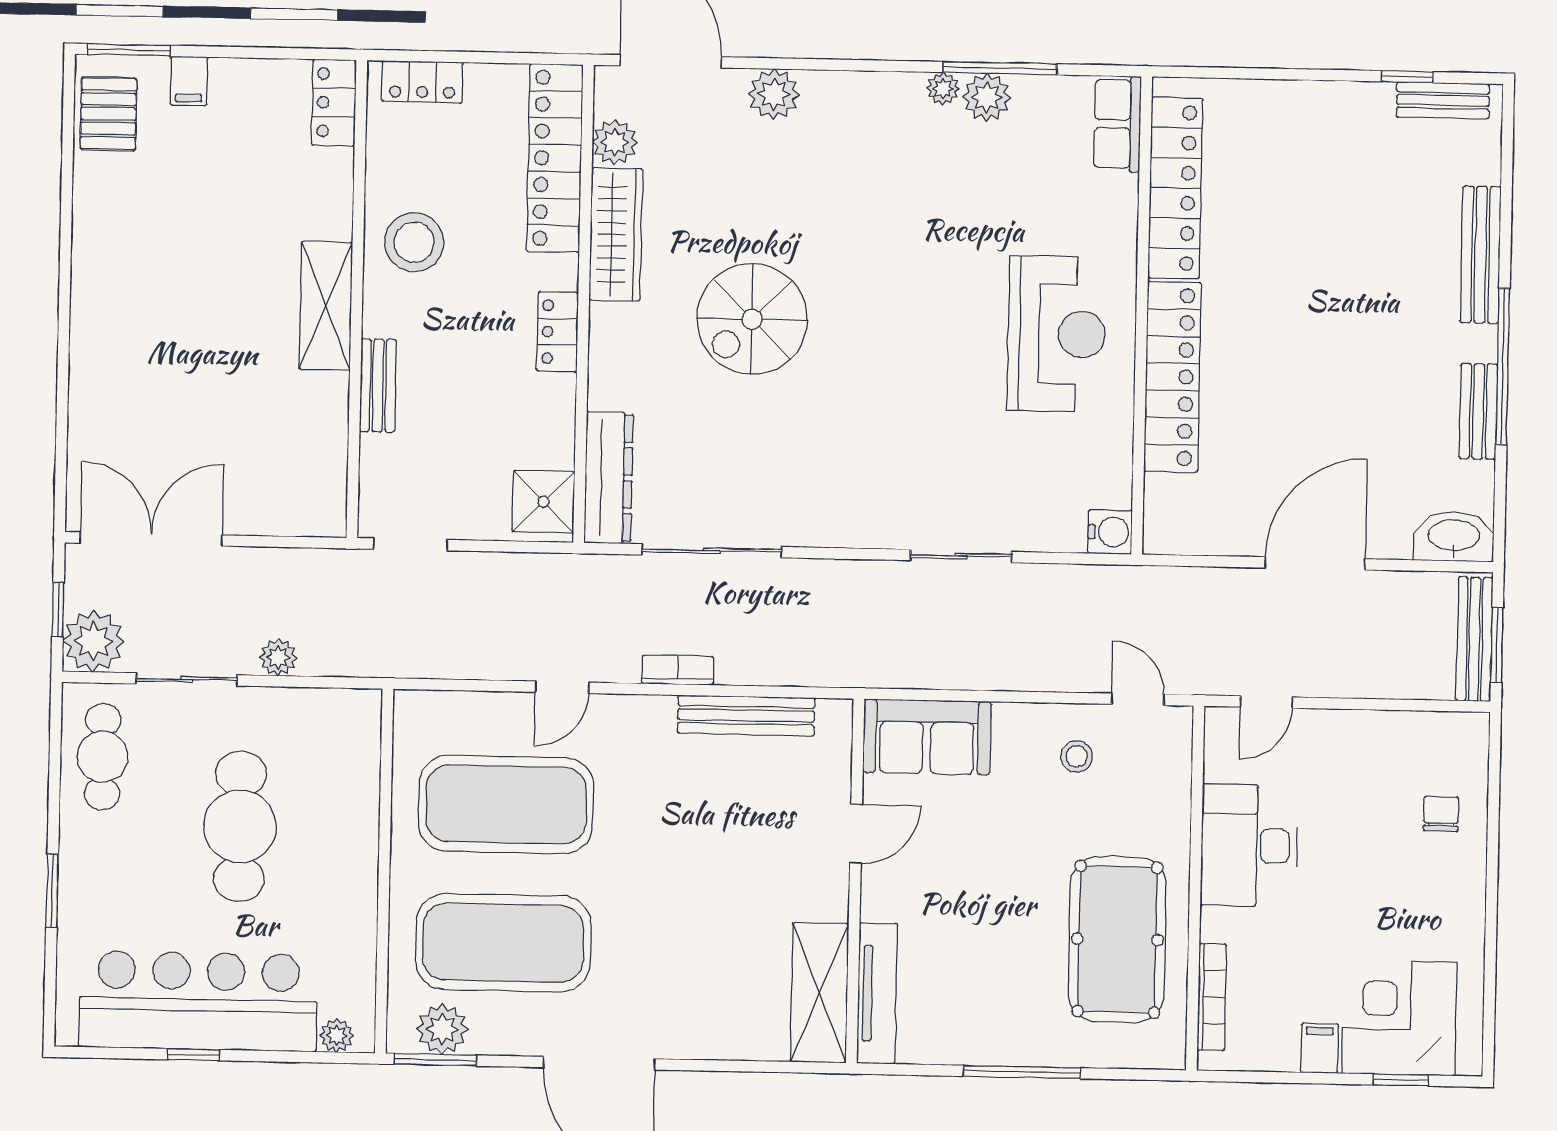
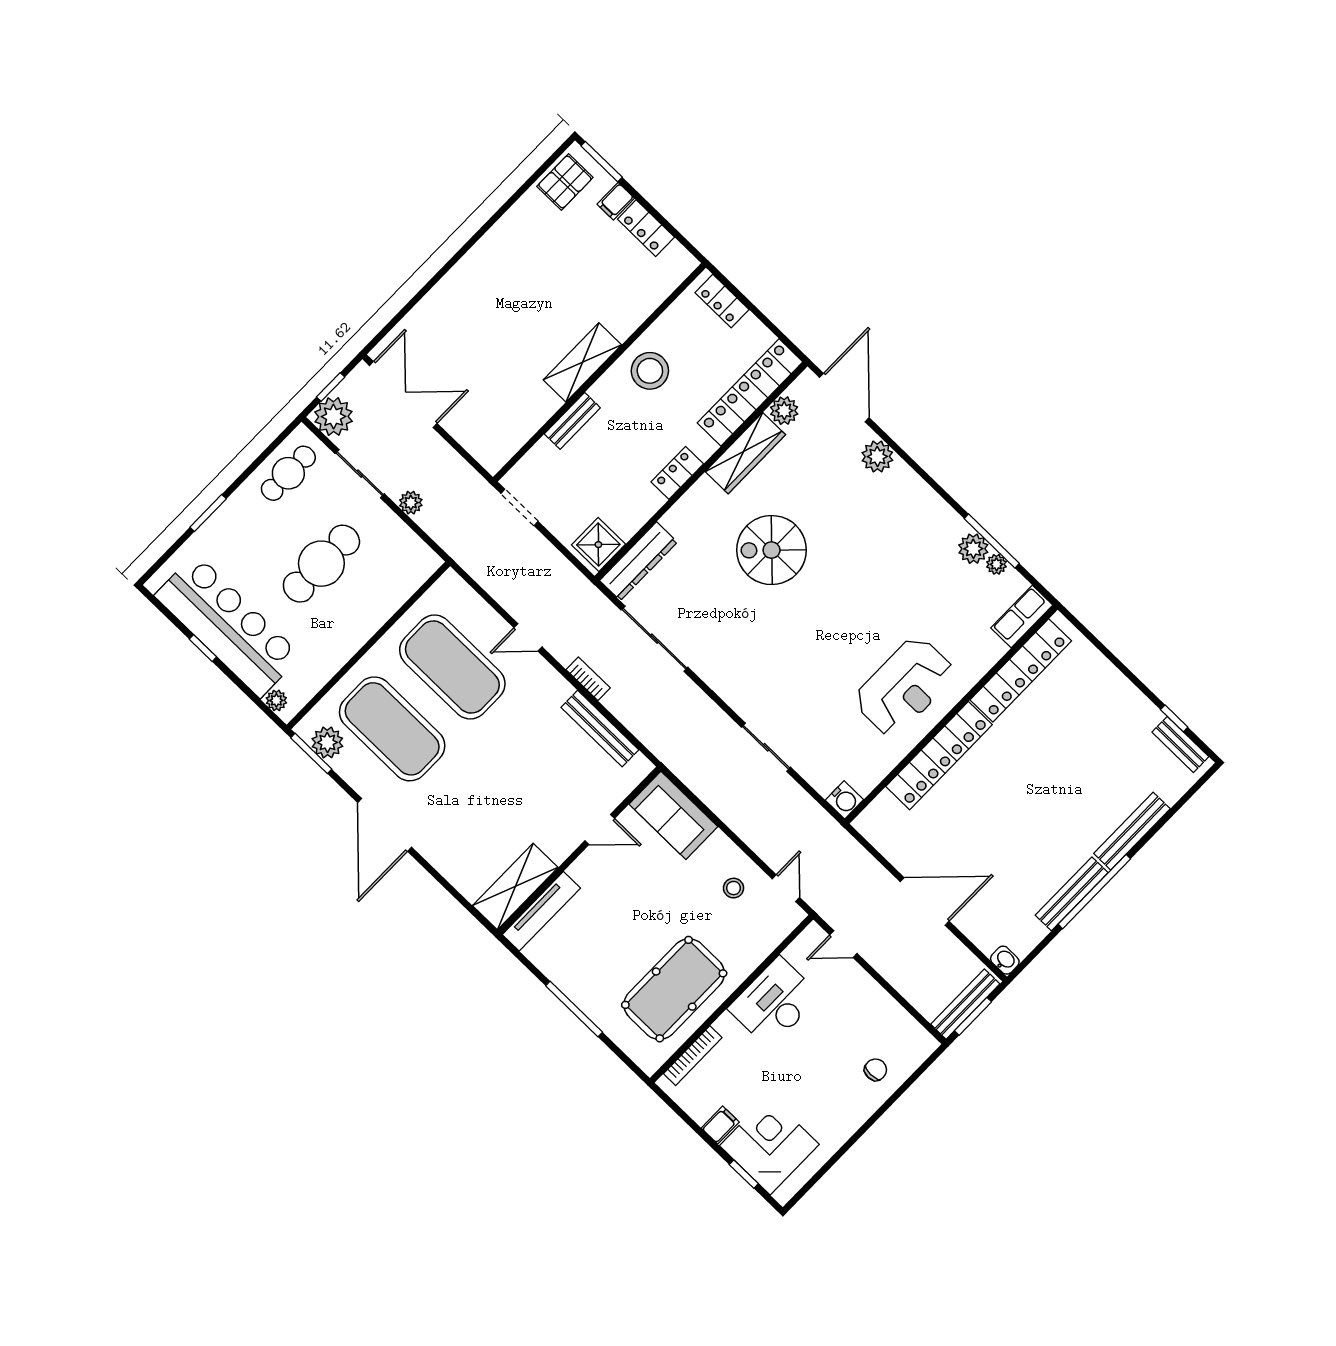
plant: (943, 89) -> (996, 564), moved
locker: (334, 102) -> (646, 228), moved, turned -90
bench: (1478, 411) -> (1072, 894), width x1.36
washbasin: (1454, 537) -> (1005, 960), width x0.52, depth x0.69

